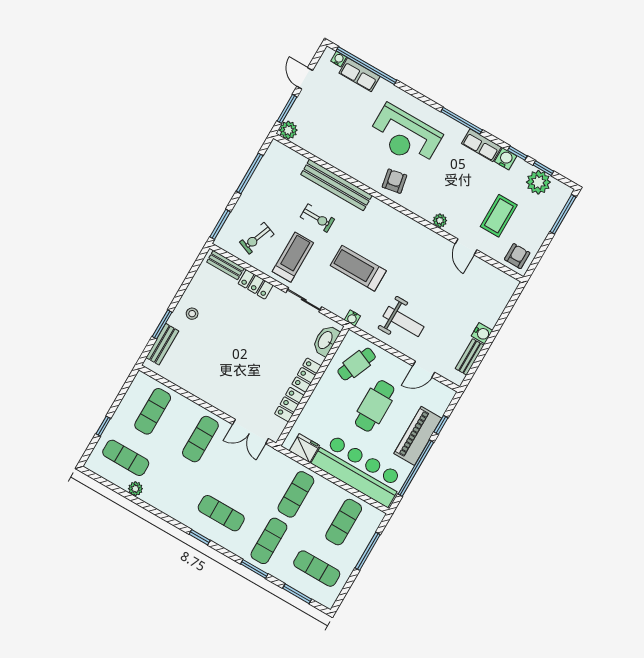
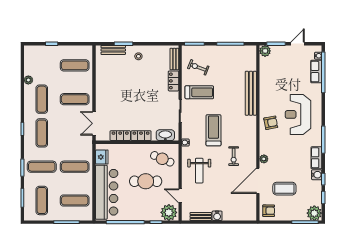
plant: (538, 182) -> (314, 213), moved
exercise bike: (317, 218) -> (234, 156), moved
door: (466, 247) -> (258, 181), width x1.87
plant: (438, 399) -> (169, 212), added
piano: (418, 436) -> (143, 213), removed
exercise mat: (126, 458) -> (42, 99), moved

